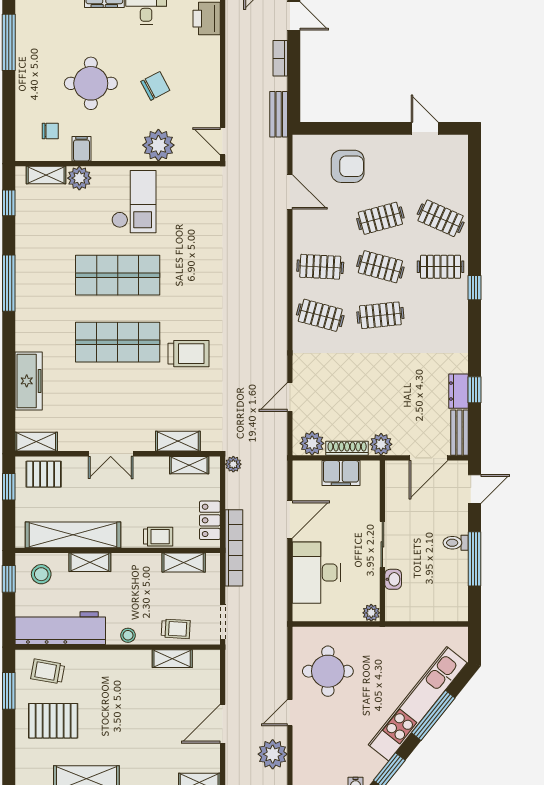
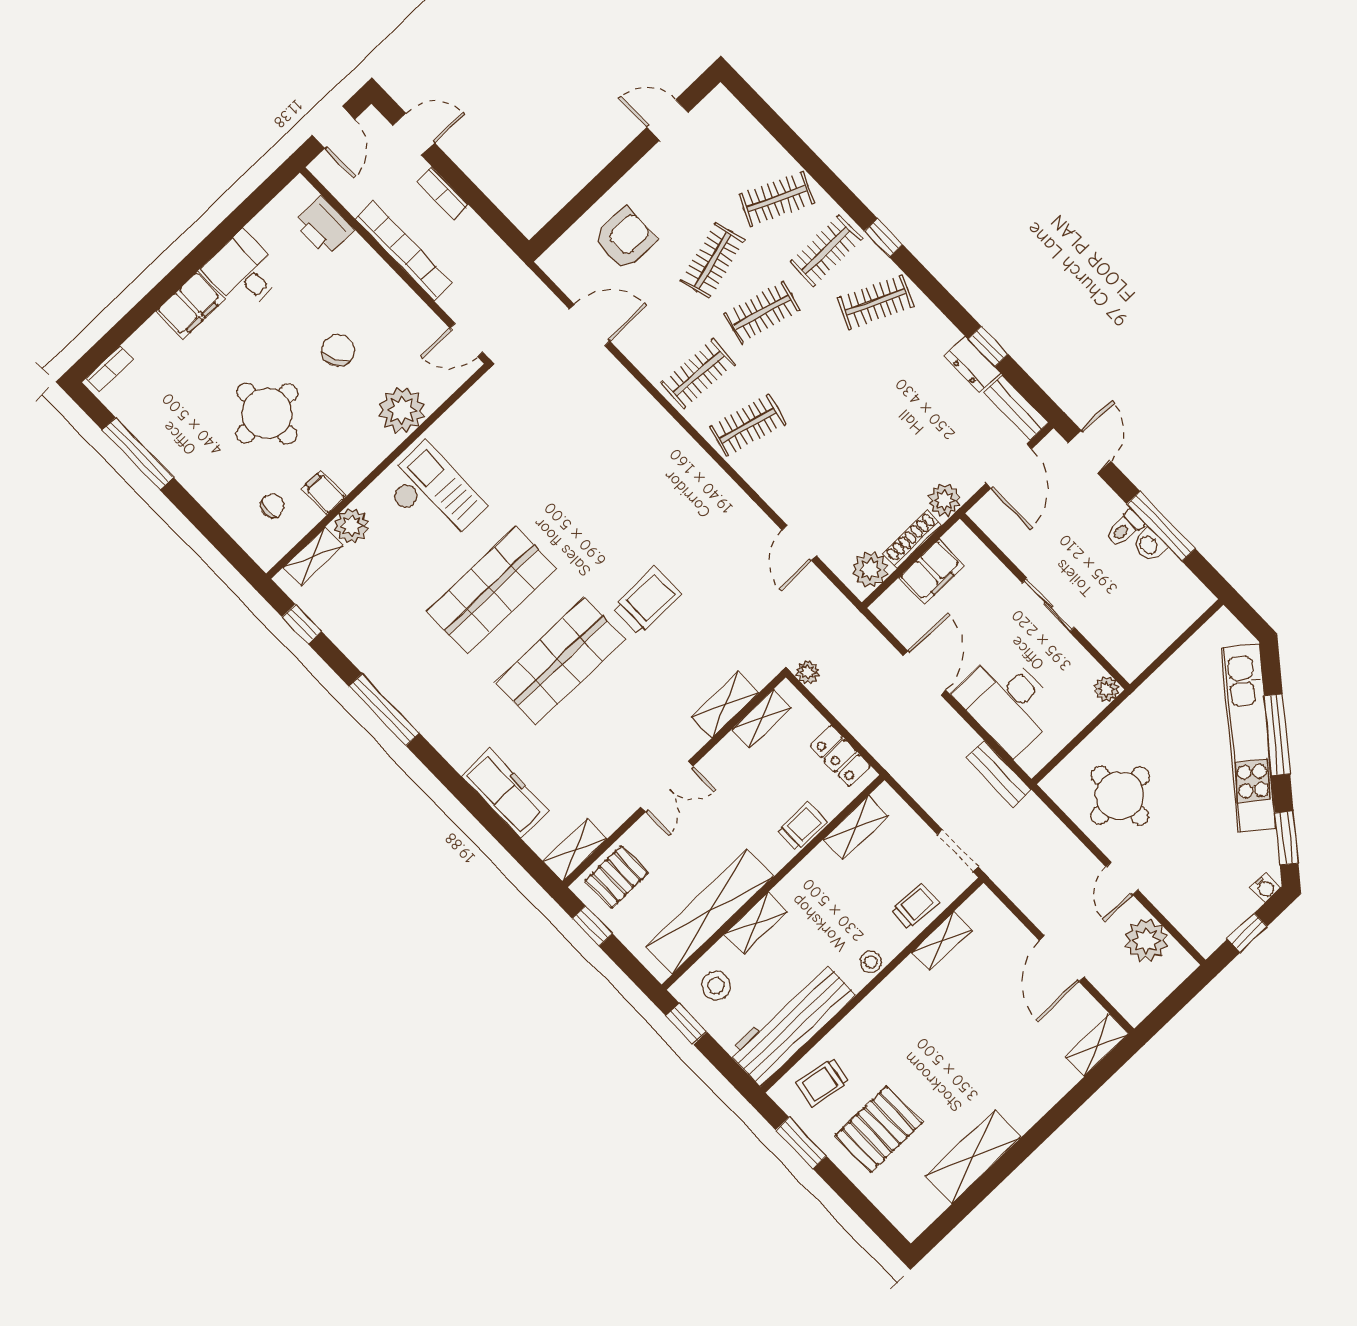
bench: (279, 114) -> (998, 774), moved
clothes rail: (380, 315) -> (876, 302), moved, turned 30
bookcase: (234, 548) -> (403, 251), moved
washbasin: (393, 579) -> (1149, 545), moved, turned 180

